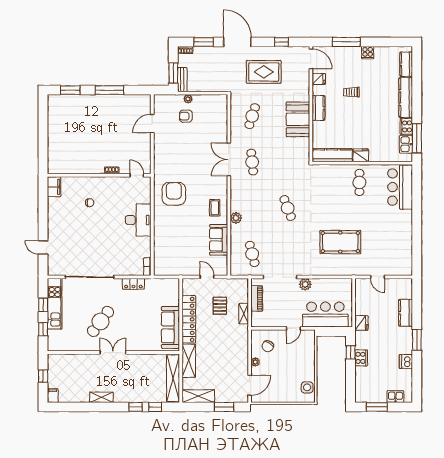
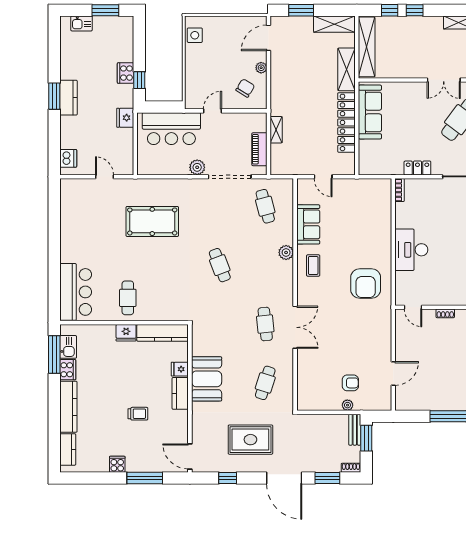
fridge: (319, 79) -> (180, 369), moved
pallet: (220, 306) -> (307, 140), removed
kitchen counter: (406, 313) -> (68, 98), moved
dishwasher: (406, 361) -> (68, 158), moved

